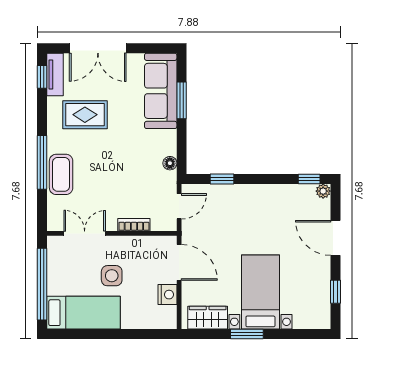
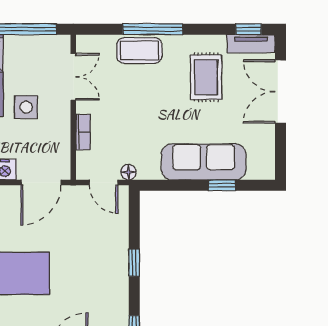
sofa: (161, 91) -> (204, 162), moved
window: (182, 100) -> (222, 185), width x0.67
floor lamp: (170, 163) -> (129, 172), moved
window: (222, 179) -> (134, 263), moved

